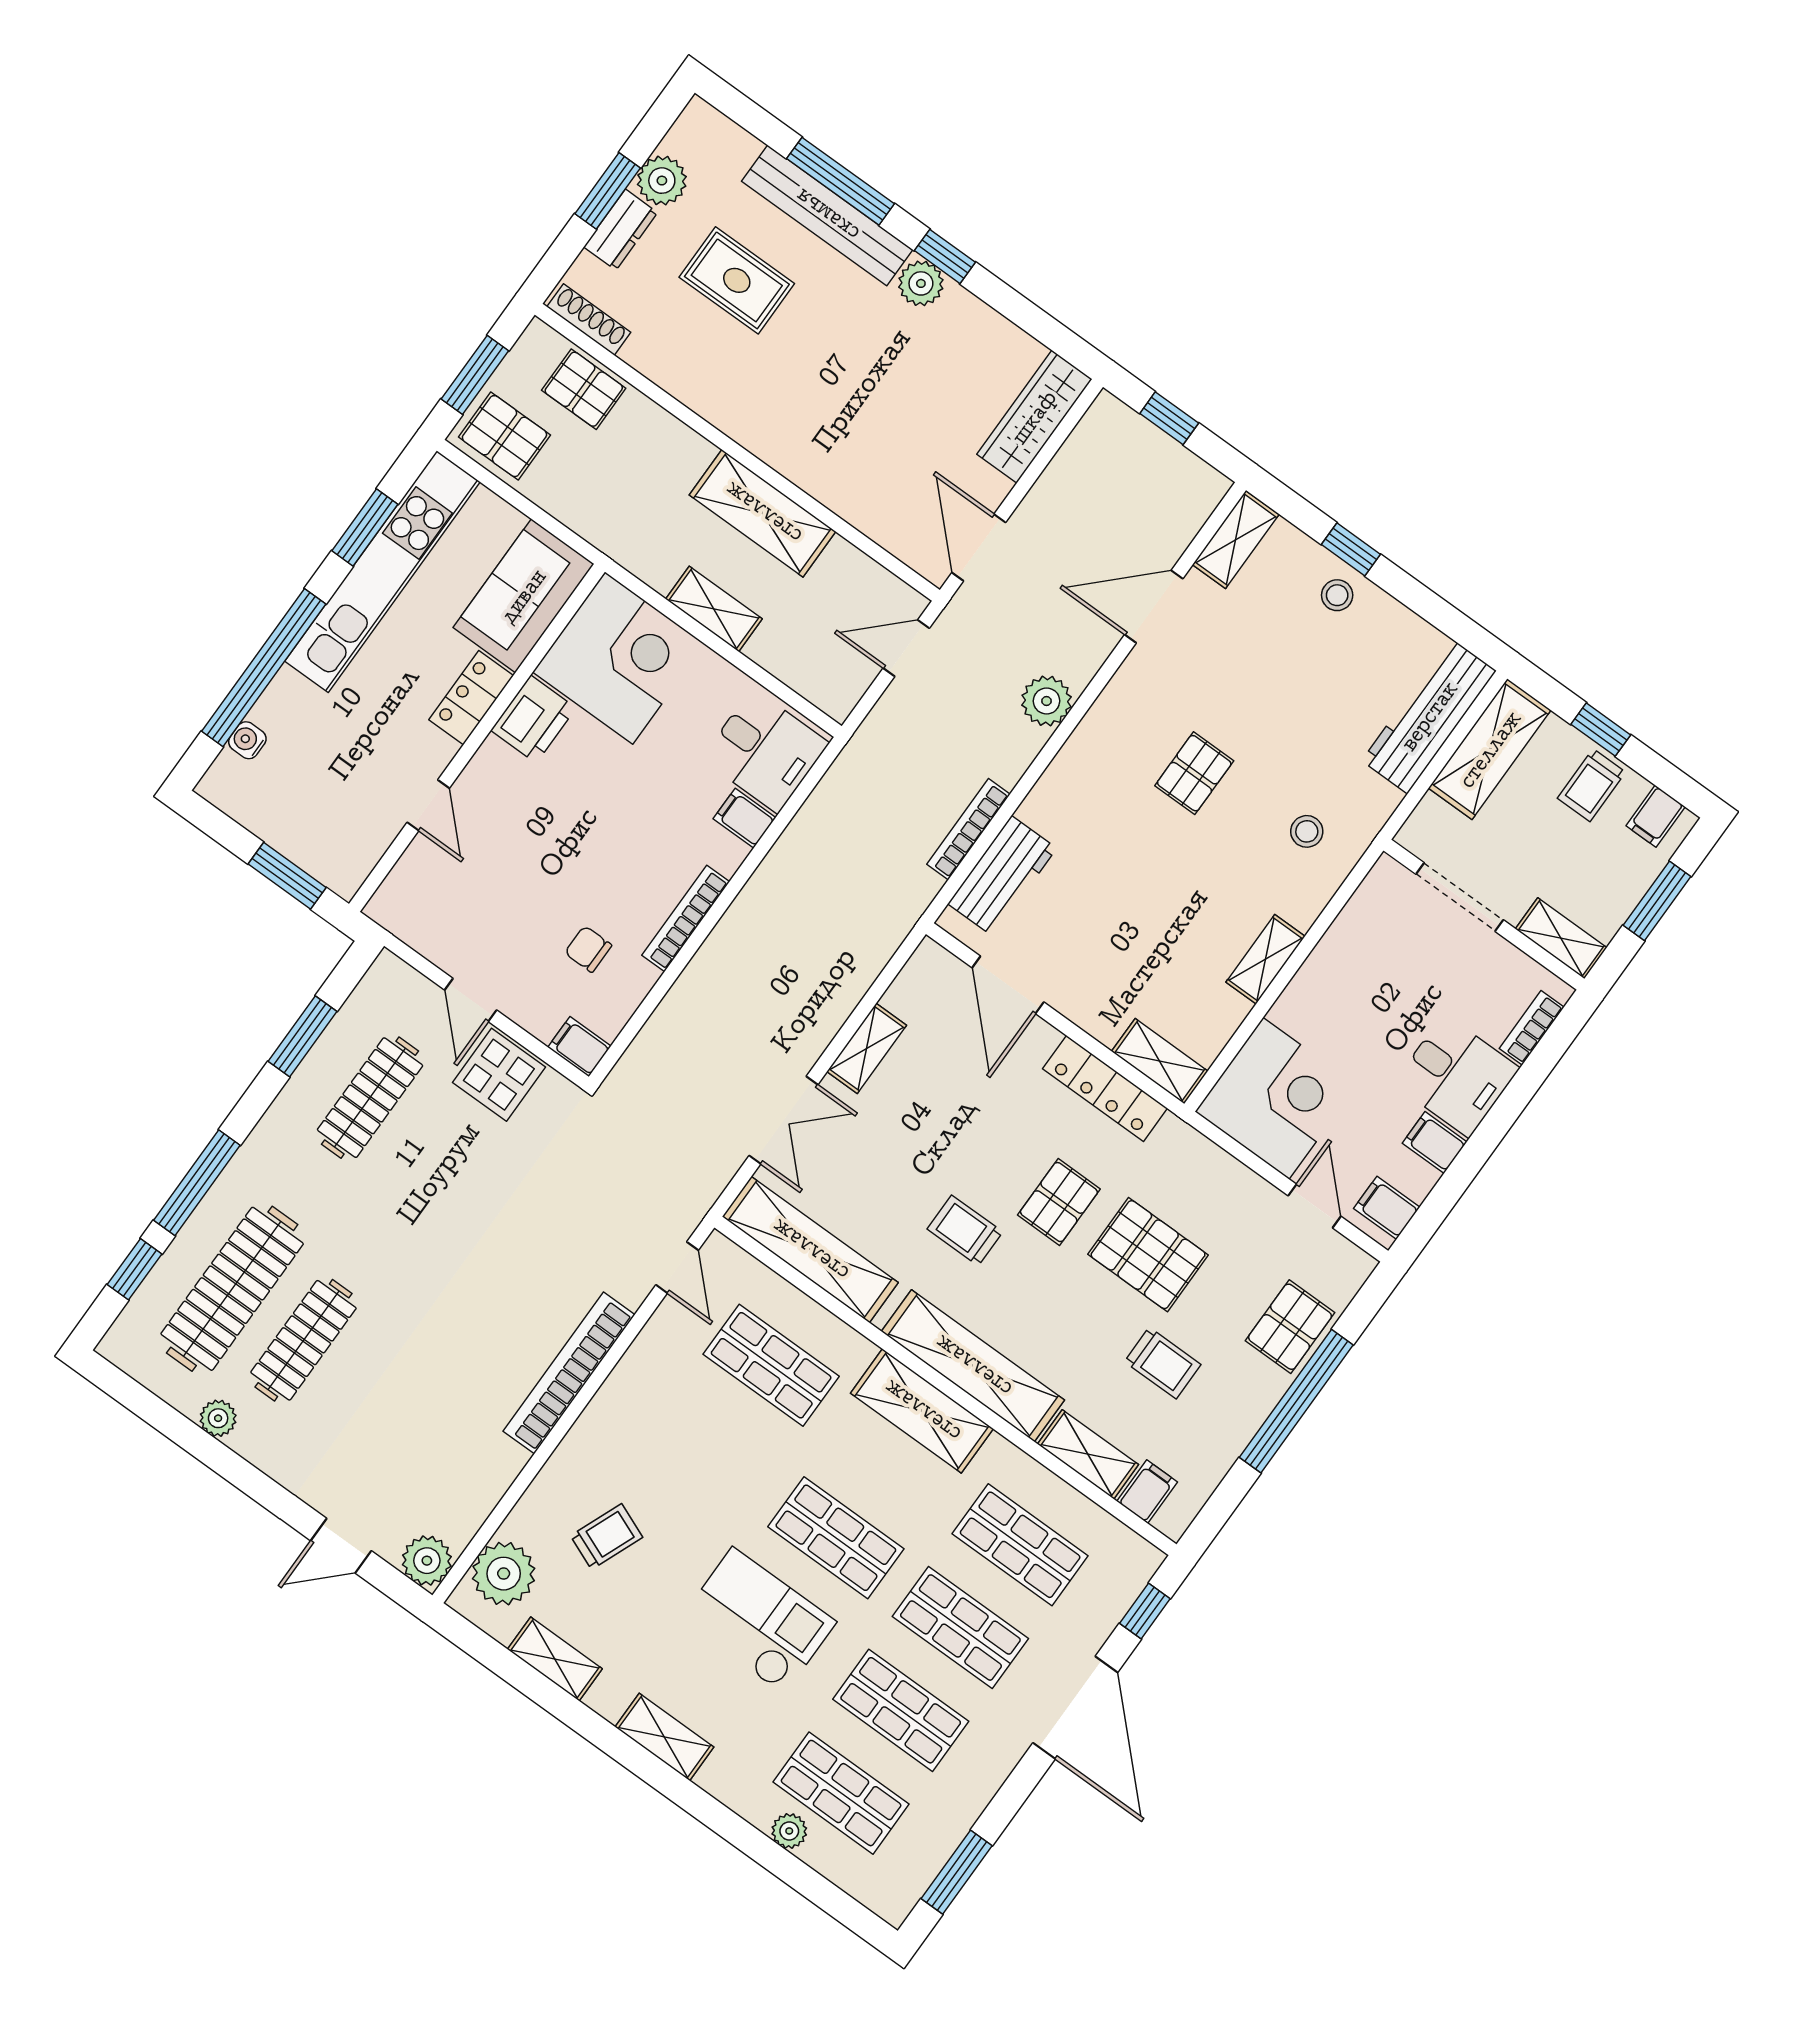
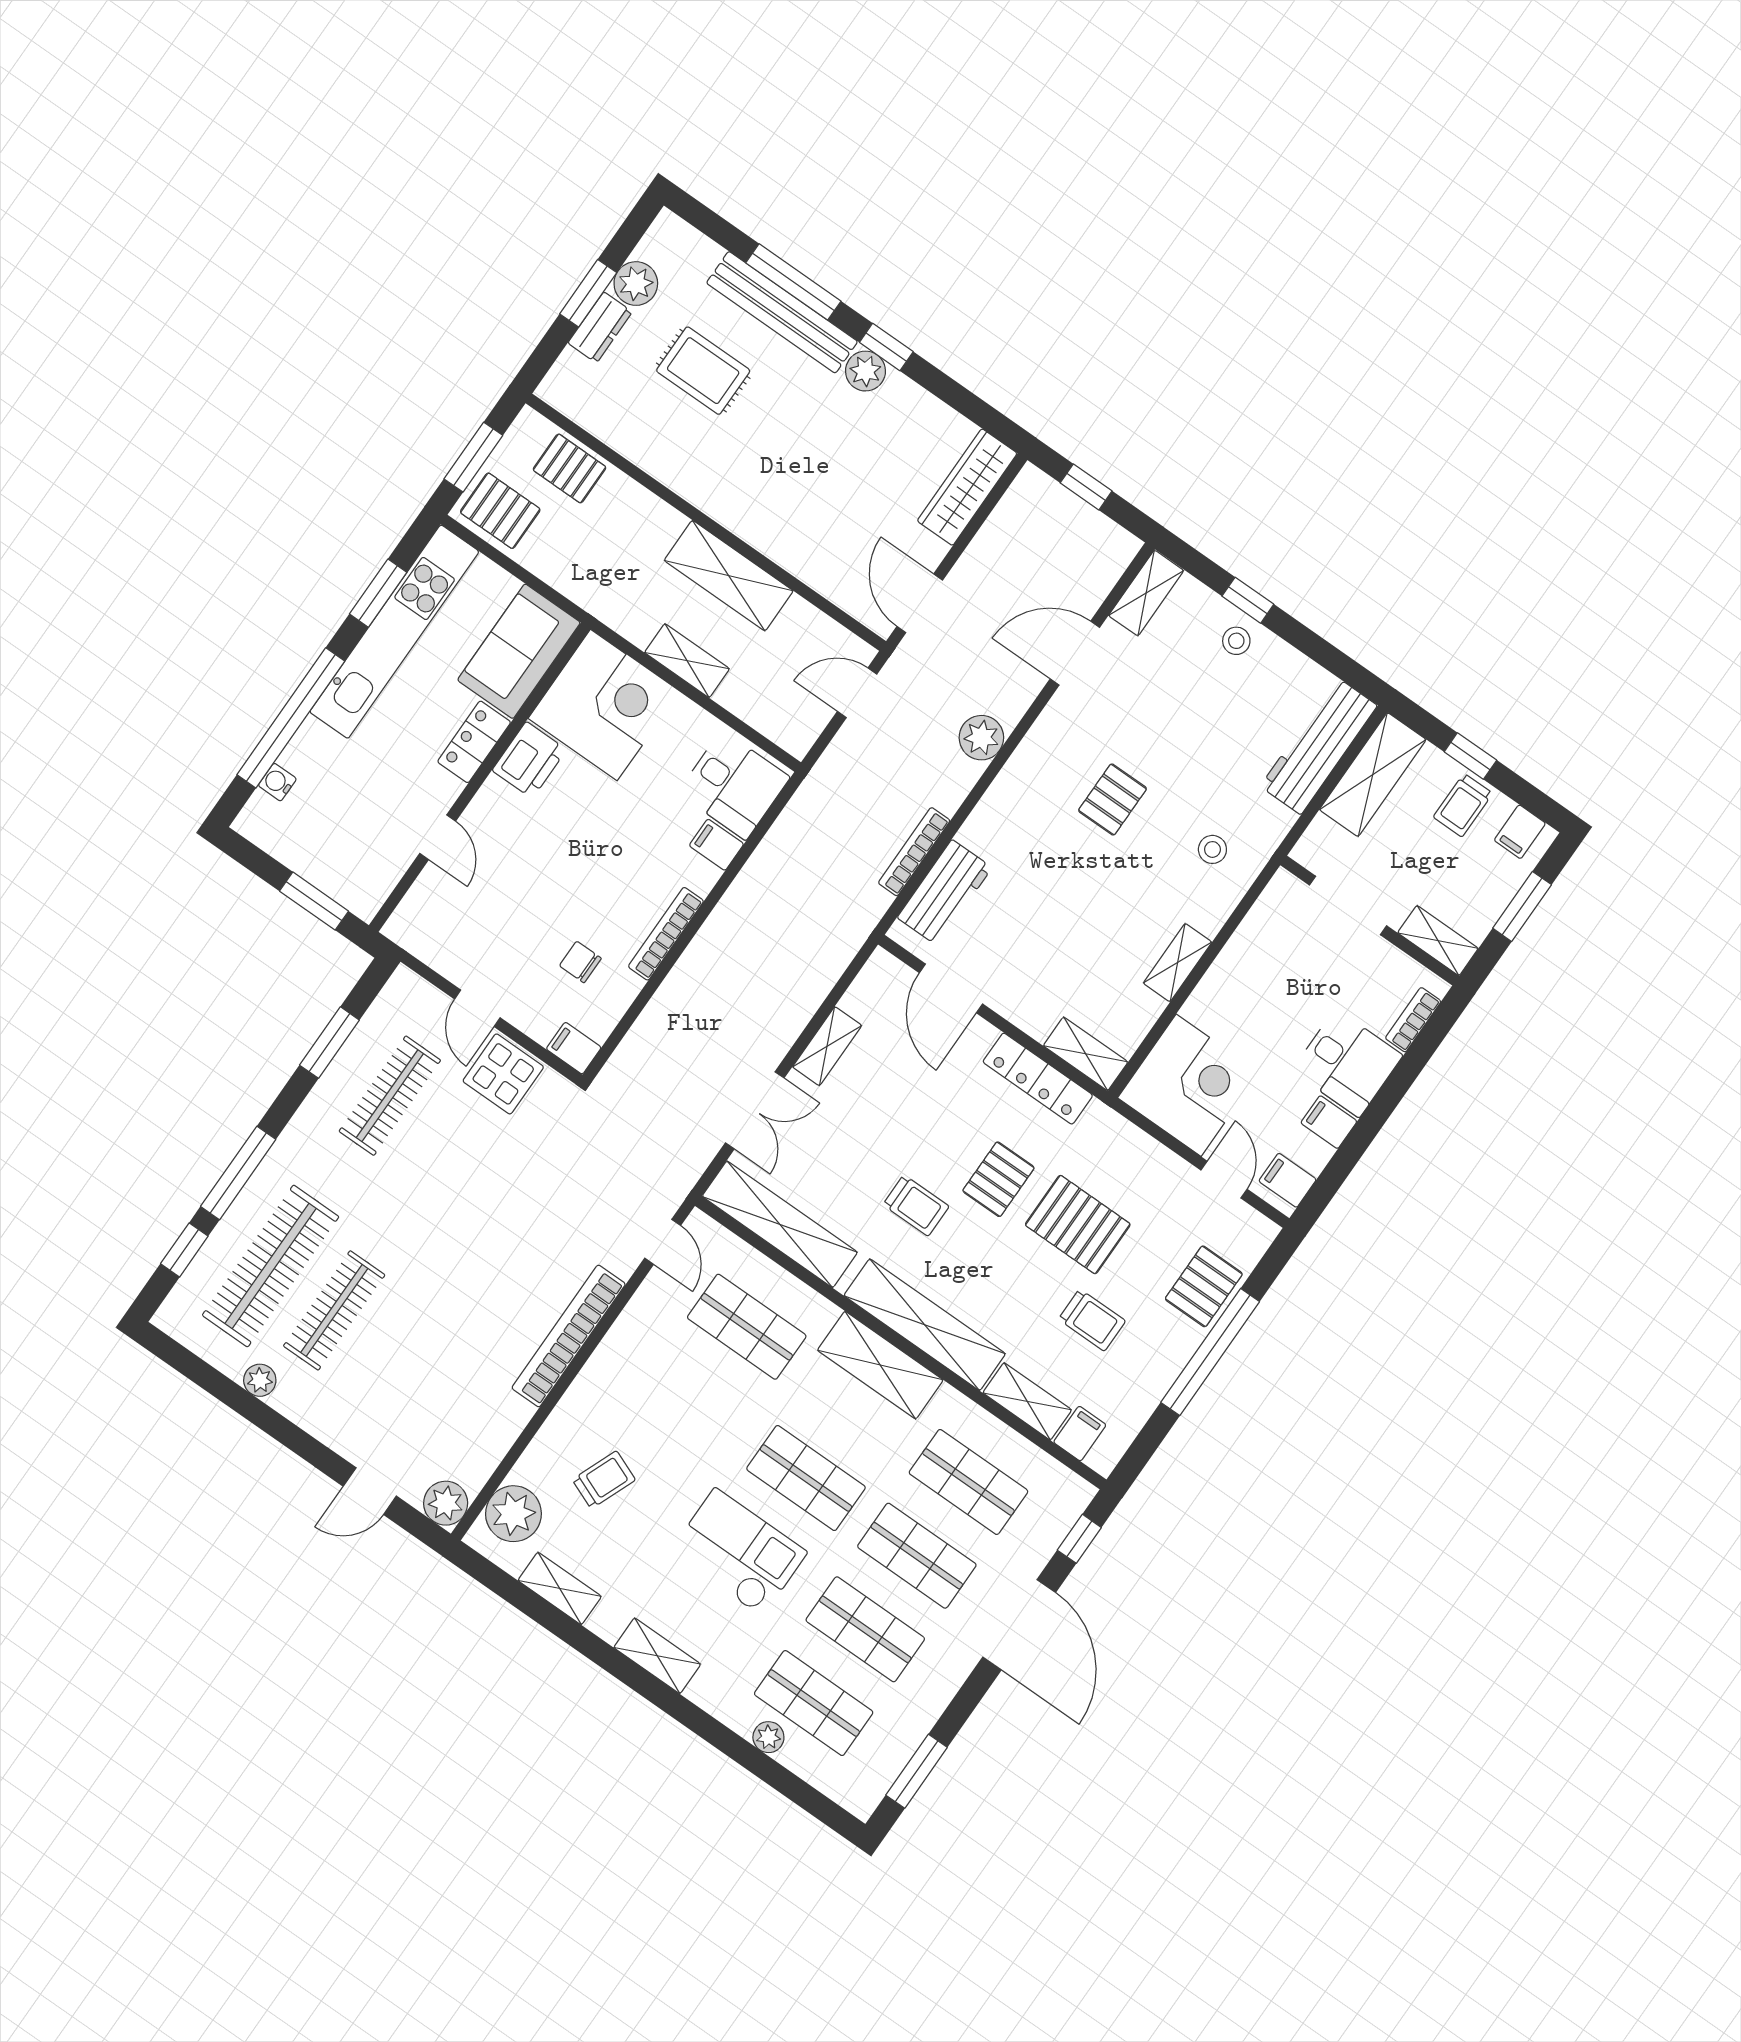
shoe rack: (589, 320) -> (573, 407), removed
trolley: (965, 1230) -> (916, 1205), turned 180

